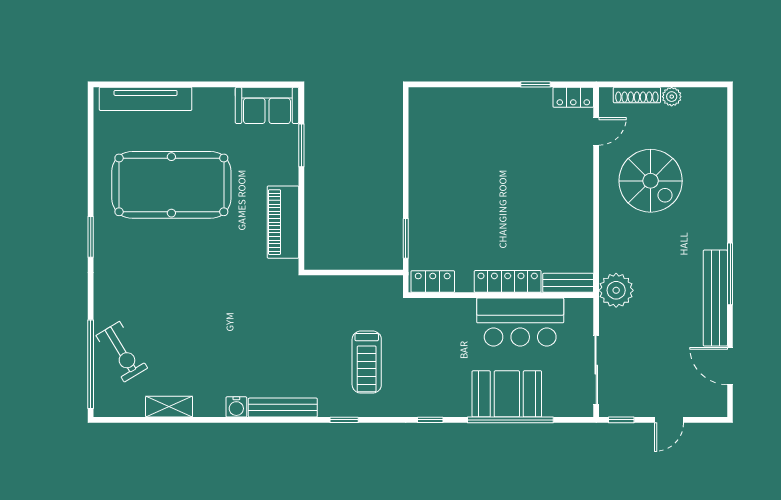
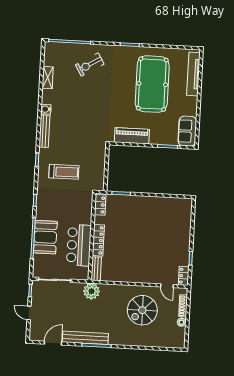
exercise bike: (122, 352) -> (90, 64), moved
treadmill: (367, 362) -> (64, 172), turned 180

